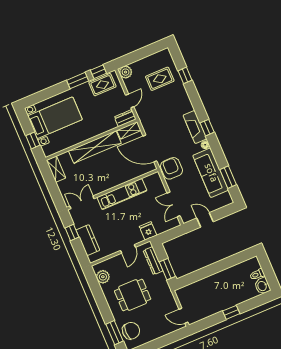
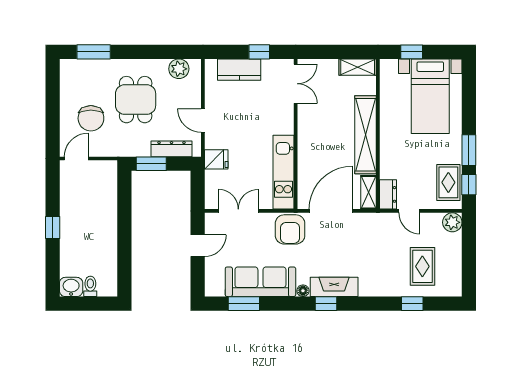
armchair: (171, 168) -> (290, 229), turned 90
kitchen unit: (122, 194) -> (284, 172), moved
chair: (131, 331) -> (91, 118), moved

